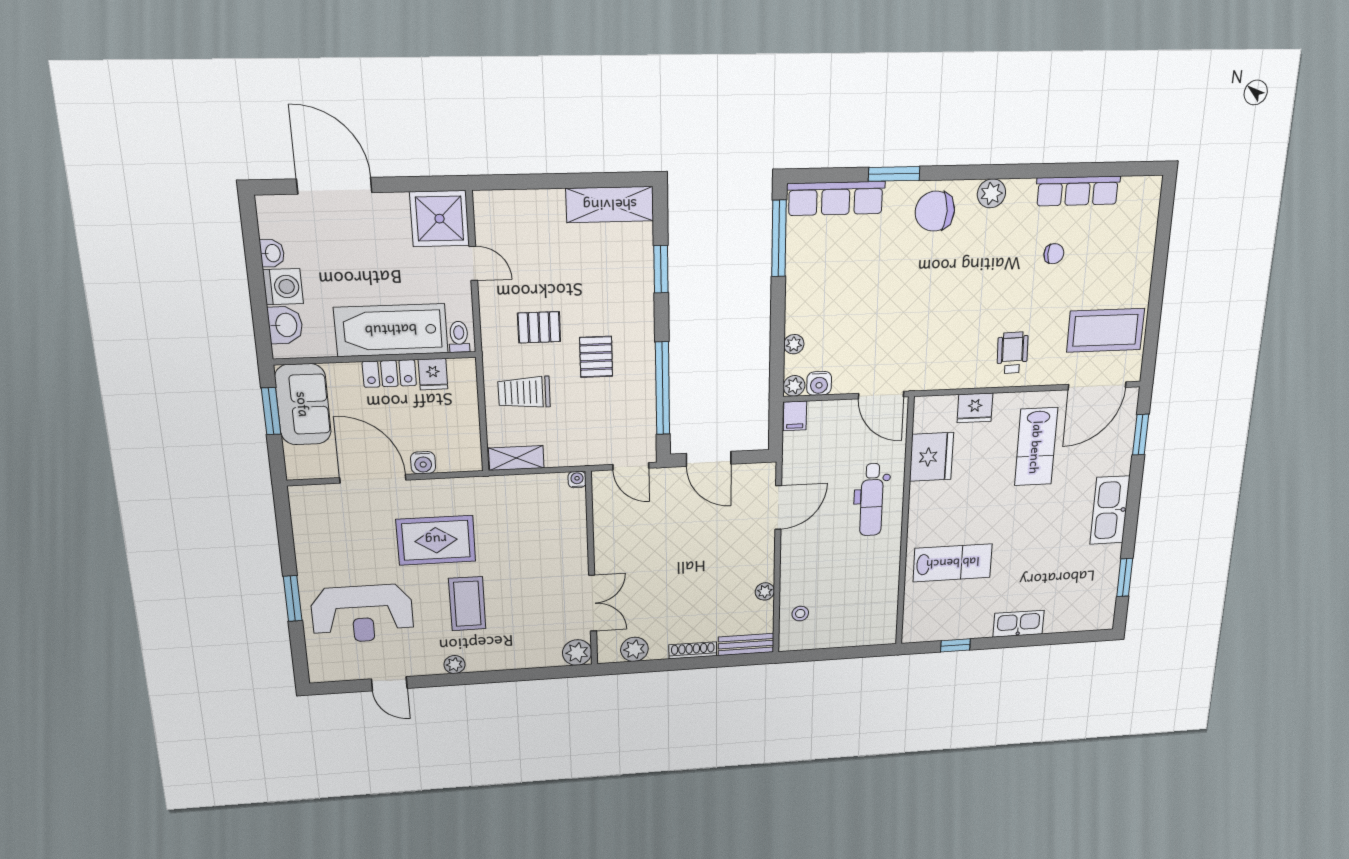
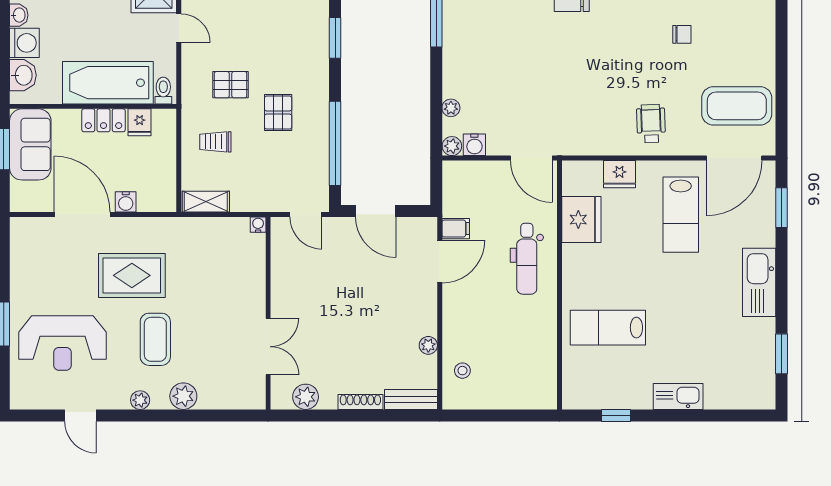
trolley: (524, 392) -> (215, 142), width x0.73, depth x0.72
filing cabinet: (795, 416) -> (456, 229), moved, turned -90
lab bench: (953, 563) -> (608, 328), turned 180
plant: (577, 653) -> (183, 396), moved

